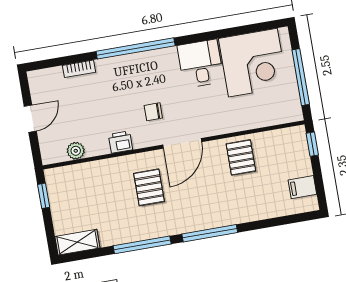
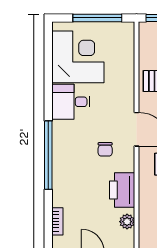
bookcase: (79, 69) -> (57, 221), moved
printer: (121, 142) -> (122, 190), width x1.87, depth x1.48

